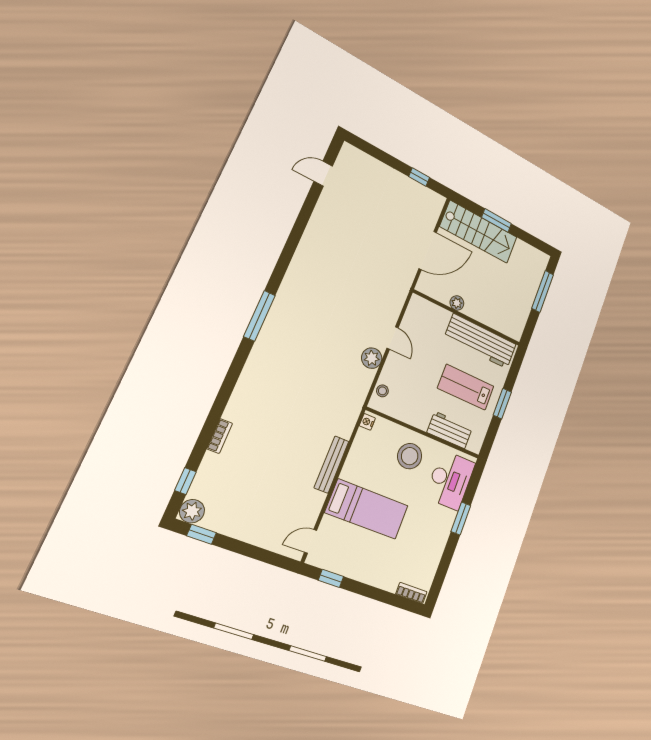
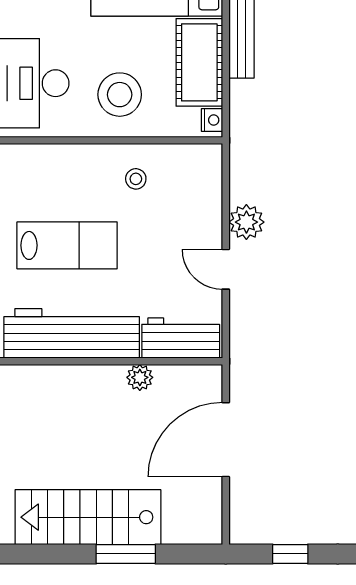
stairs: (479, 232) -> (88, 517), moved
stool: (382, 391) -> (136, 179), moved
workbench: (450, 430) -> (181, 338), moved, turned 180
cot: (361, 457) -> (199, 62), added

